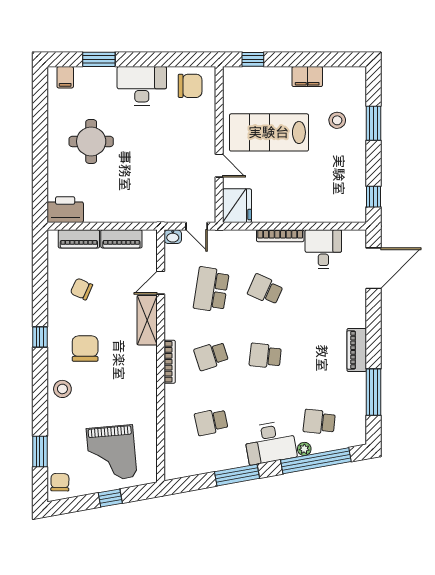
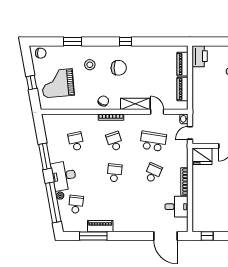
chair: (81, 289) -> (103, 101), moved
piano: (357, 350) -> (100, 226), moved
stool: (62, 389) -> (90, 65), moved
window: (40, 452) -> (72, 41), moved

